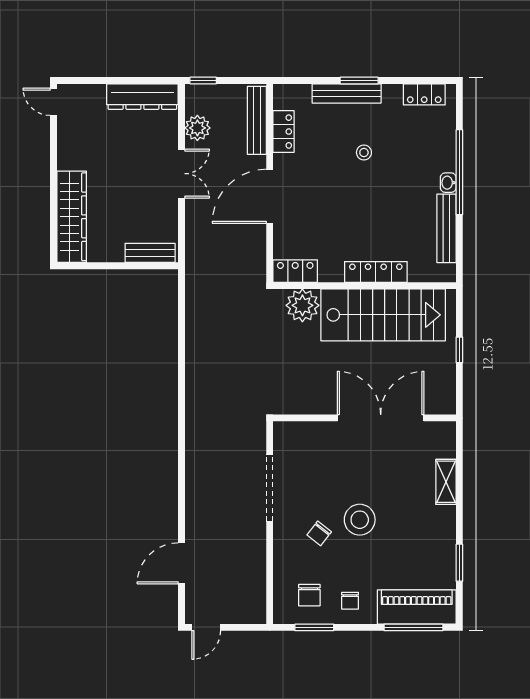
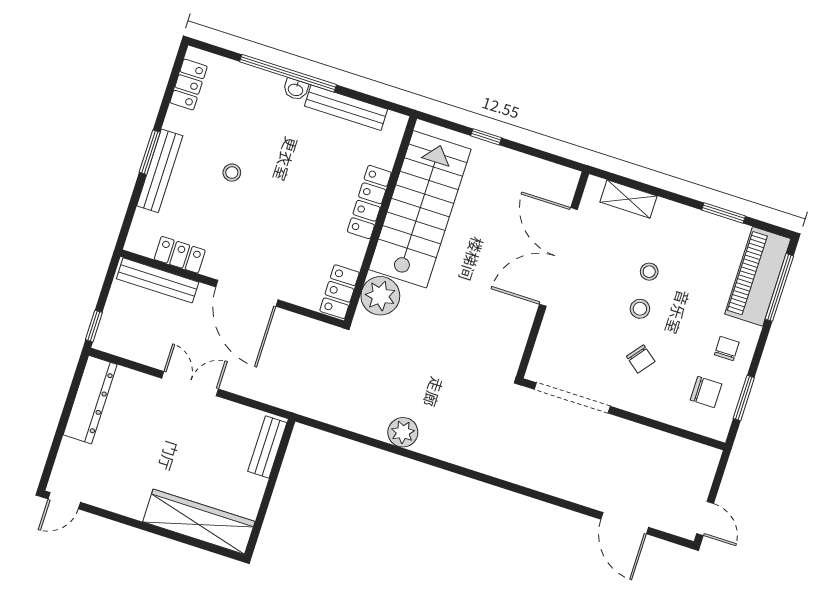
plant: (197, 128) -> (403, 432), moved
wall: (365, 418) -> (553, 275), moved
double door: (381, 418) -> (558, 257), moved
stool: (392, 518) -> (649, 272), added
stool: (360, 520) -> (640, 309), width x0.53, depth x0.53
chair: (350, 601) -> (727, 349), turned -90

